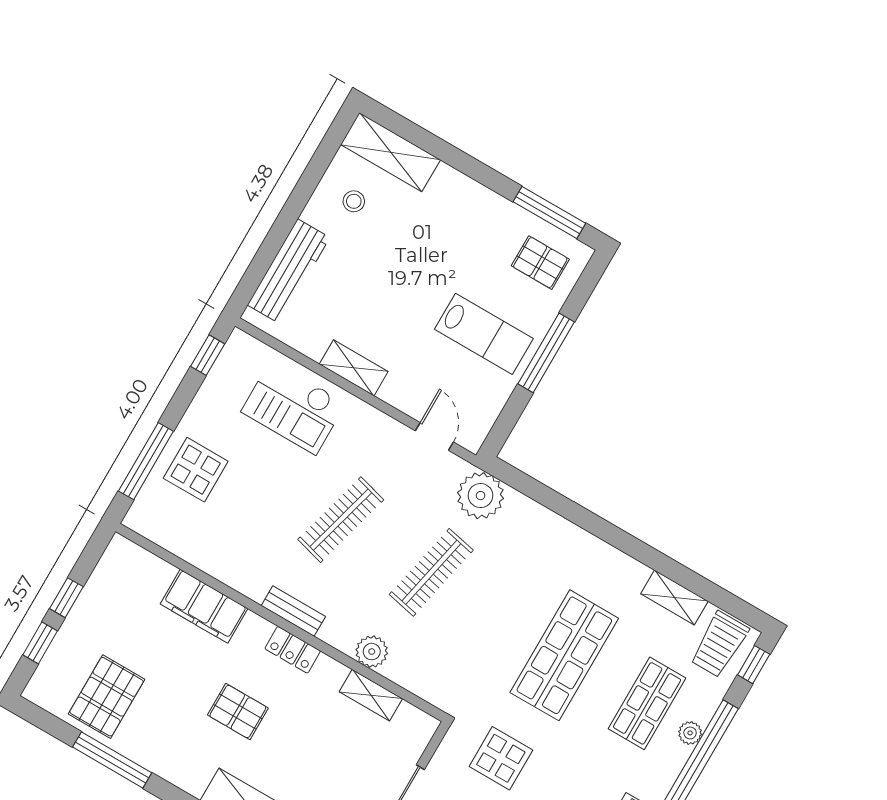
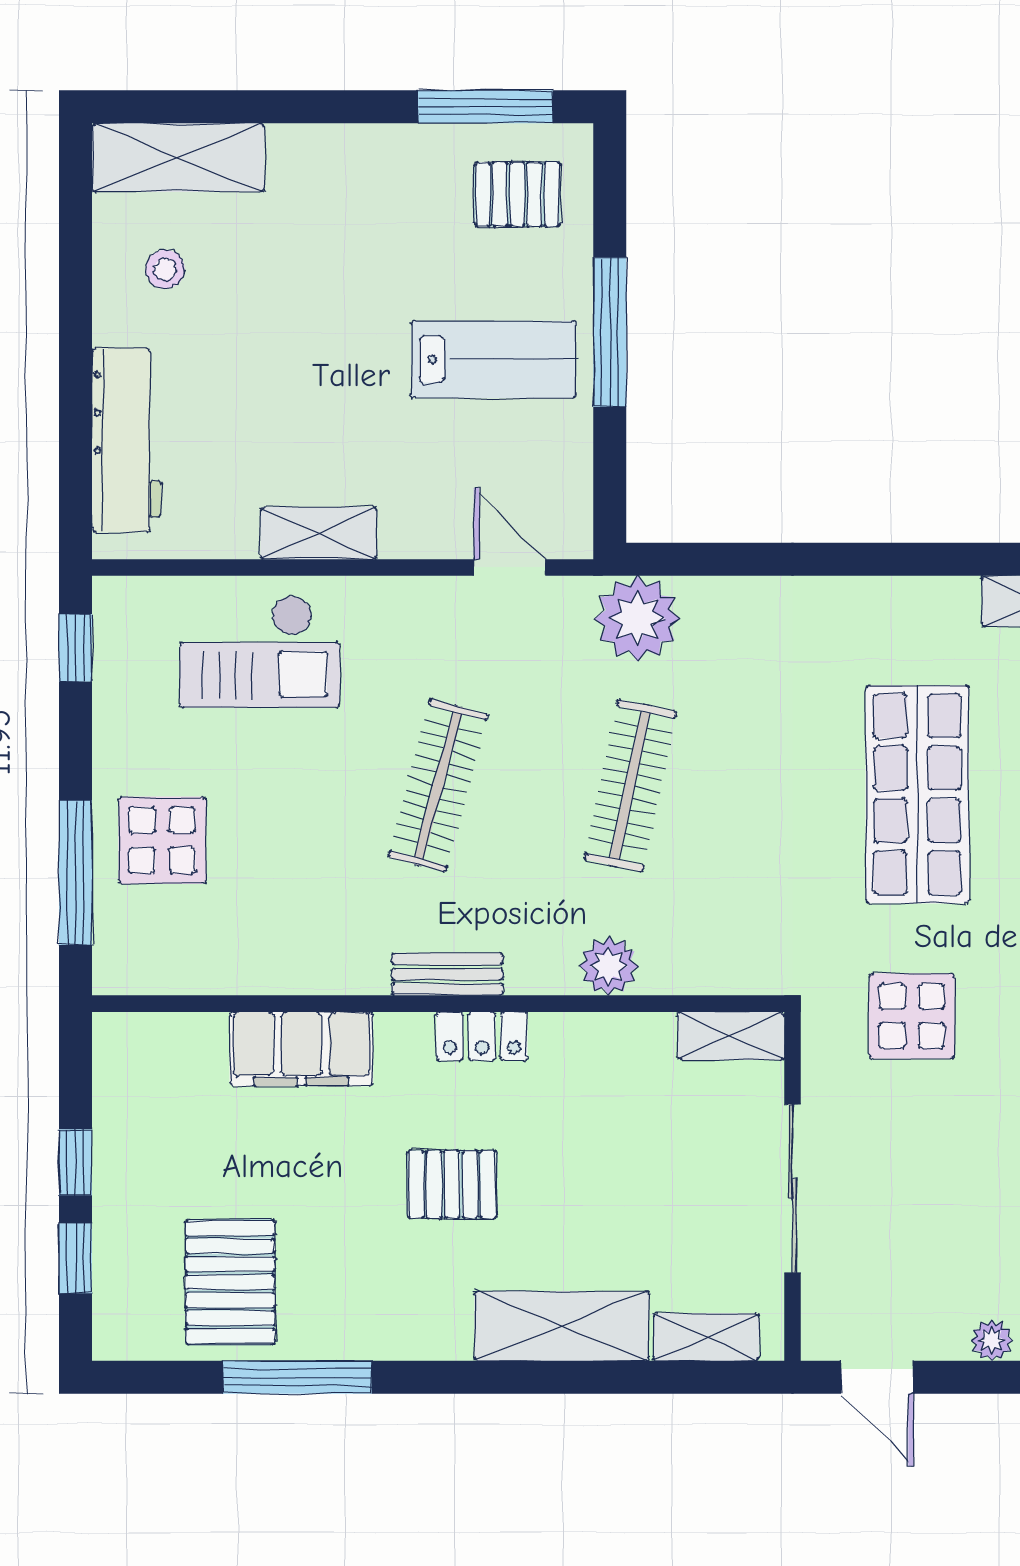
shelving: (371, 695) -> (731, 1036), moved

